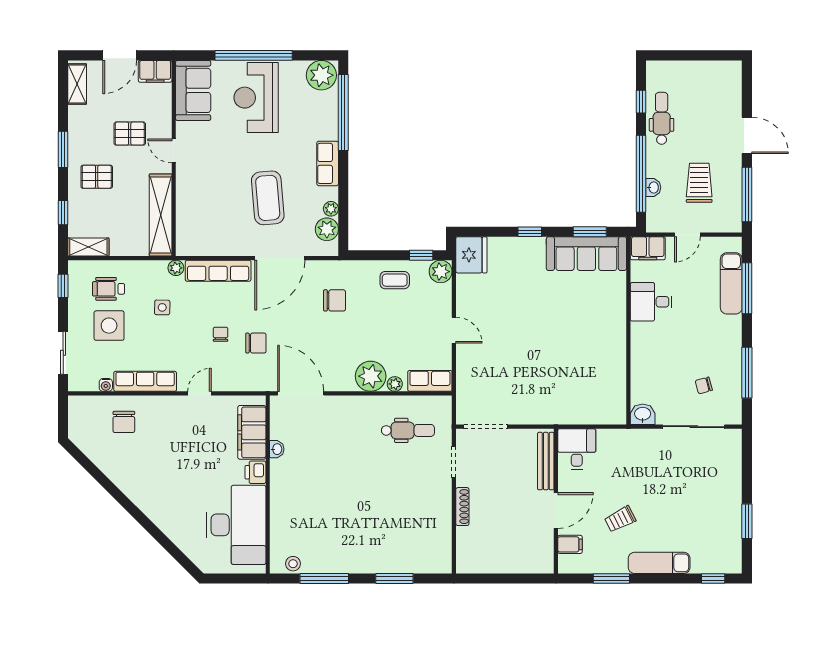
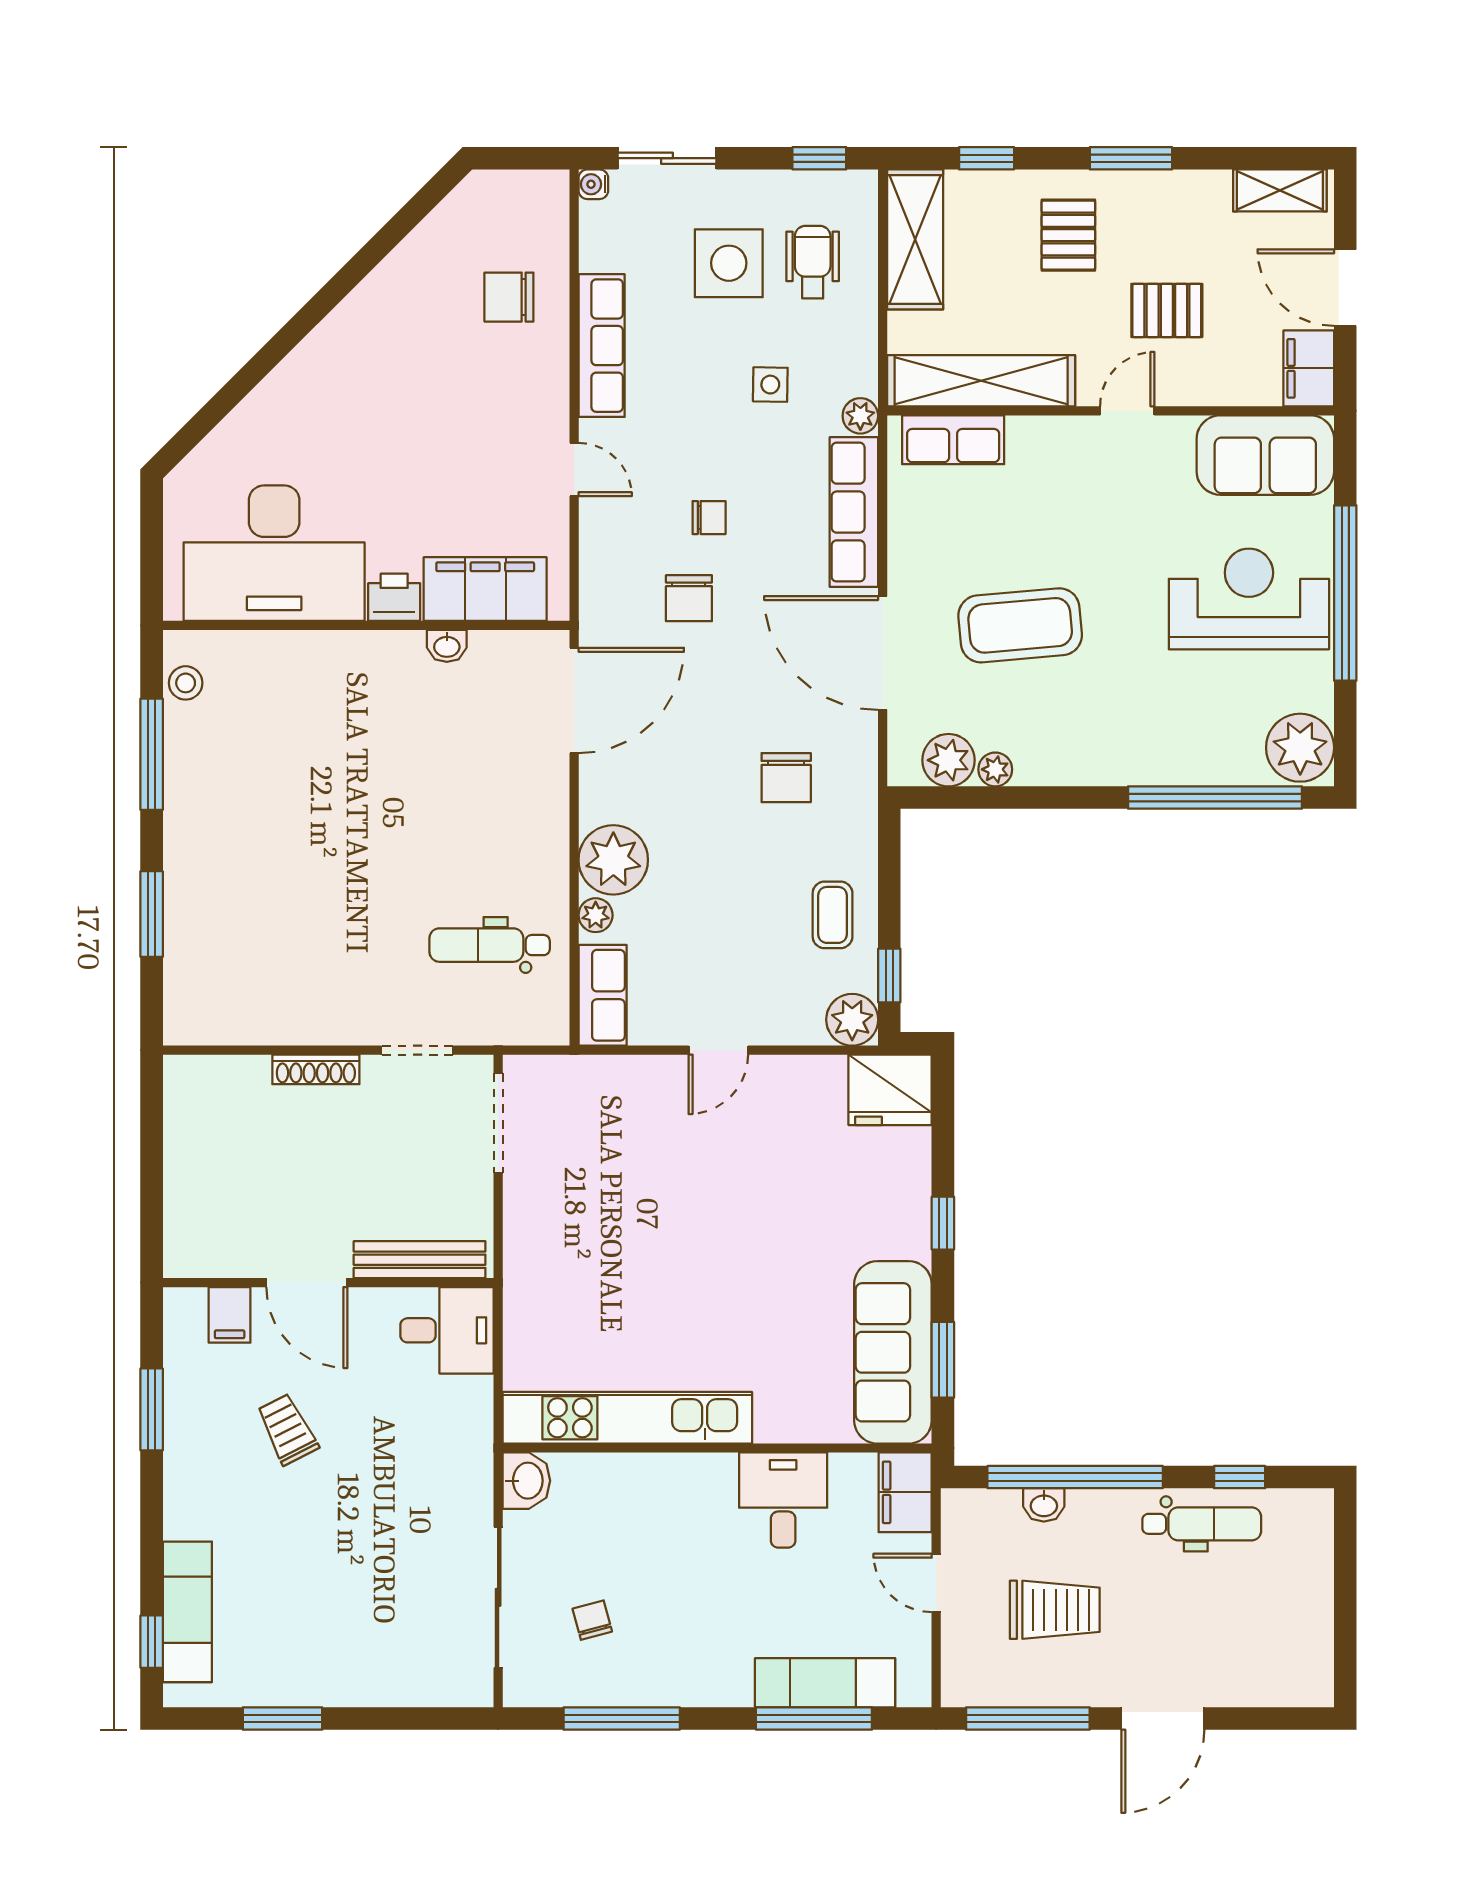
pallet: (130, 134) -> (1167, 310), turned 90
row of seats: (328, 163) -> (953, 440), moved, turned 180
shelving: (88, 247) -> (915, 239), width x1.50, depth x1.33
kitchen unit: (615, 370) -> (627, 1418), added
water cooler: (106, 385) -> (593, 184), moved
dental chair: (408, 430) -> (490, 945), turned 90
exam couch: (659, 563) -> (187, 1612), moved

